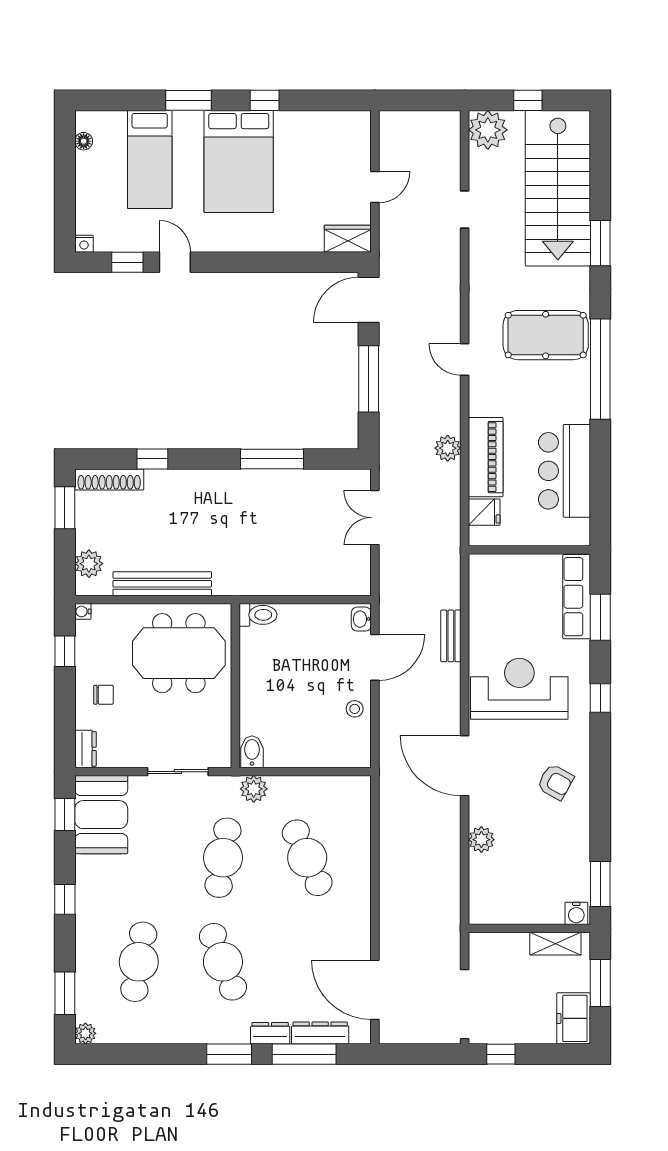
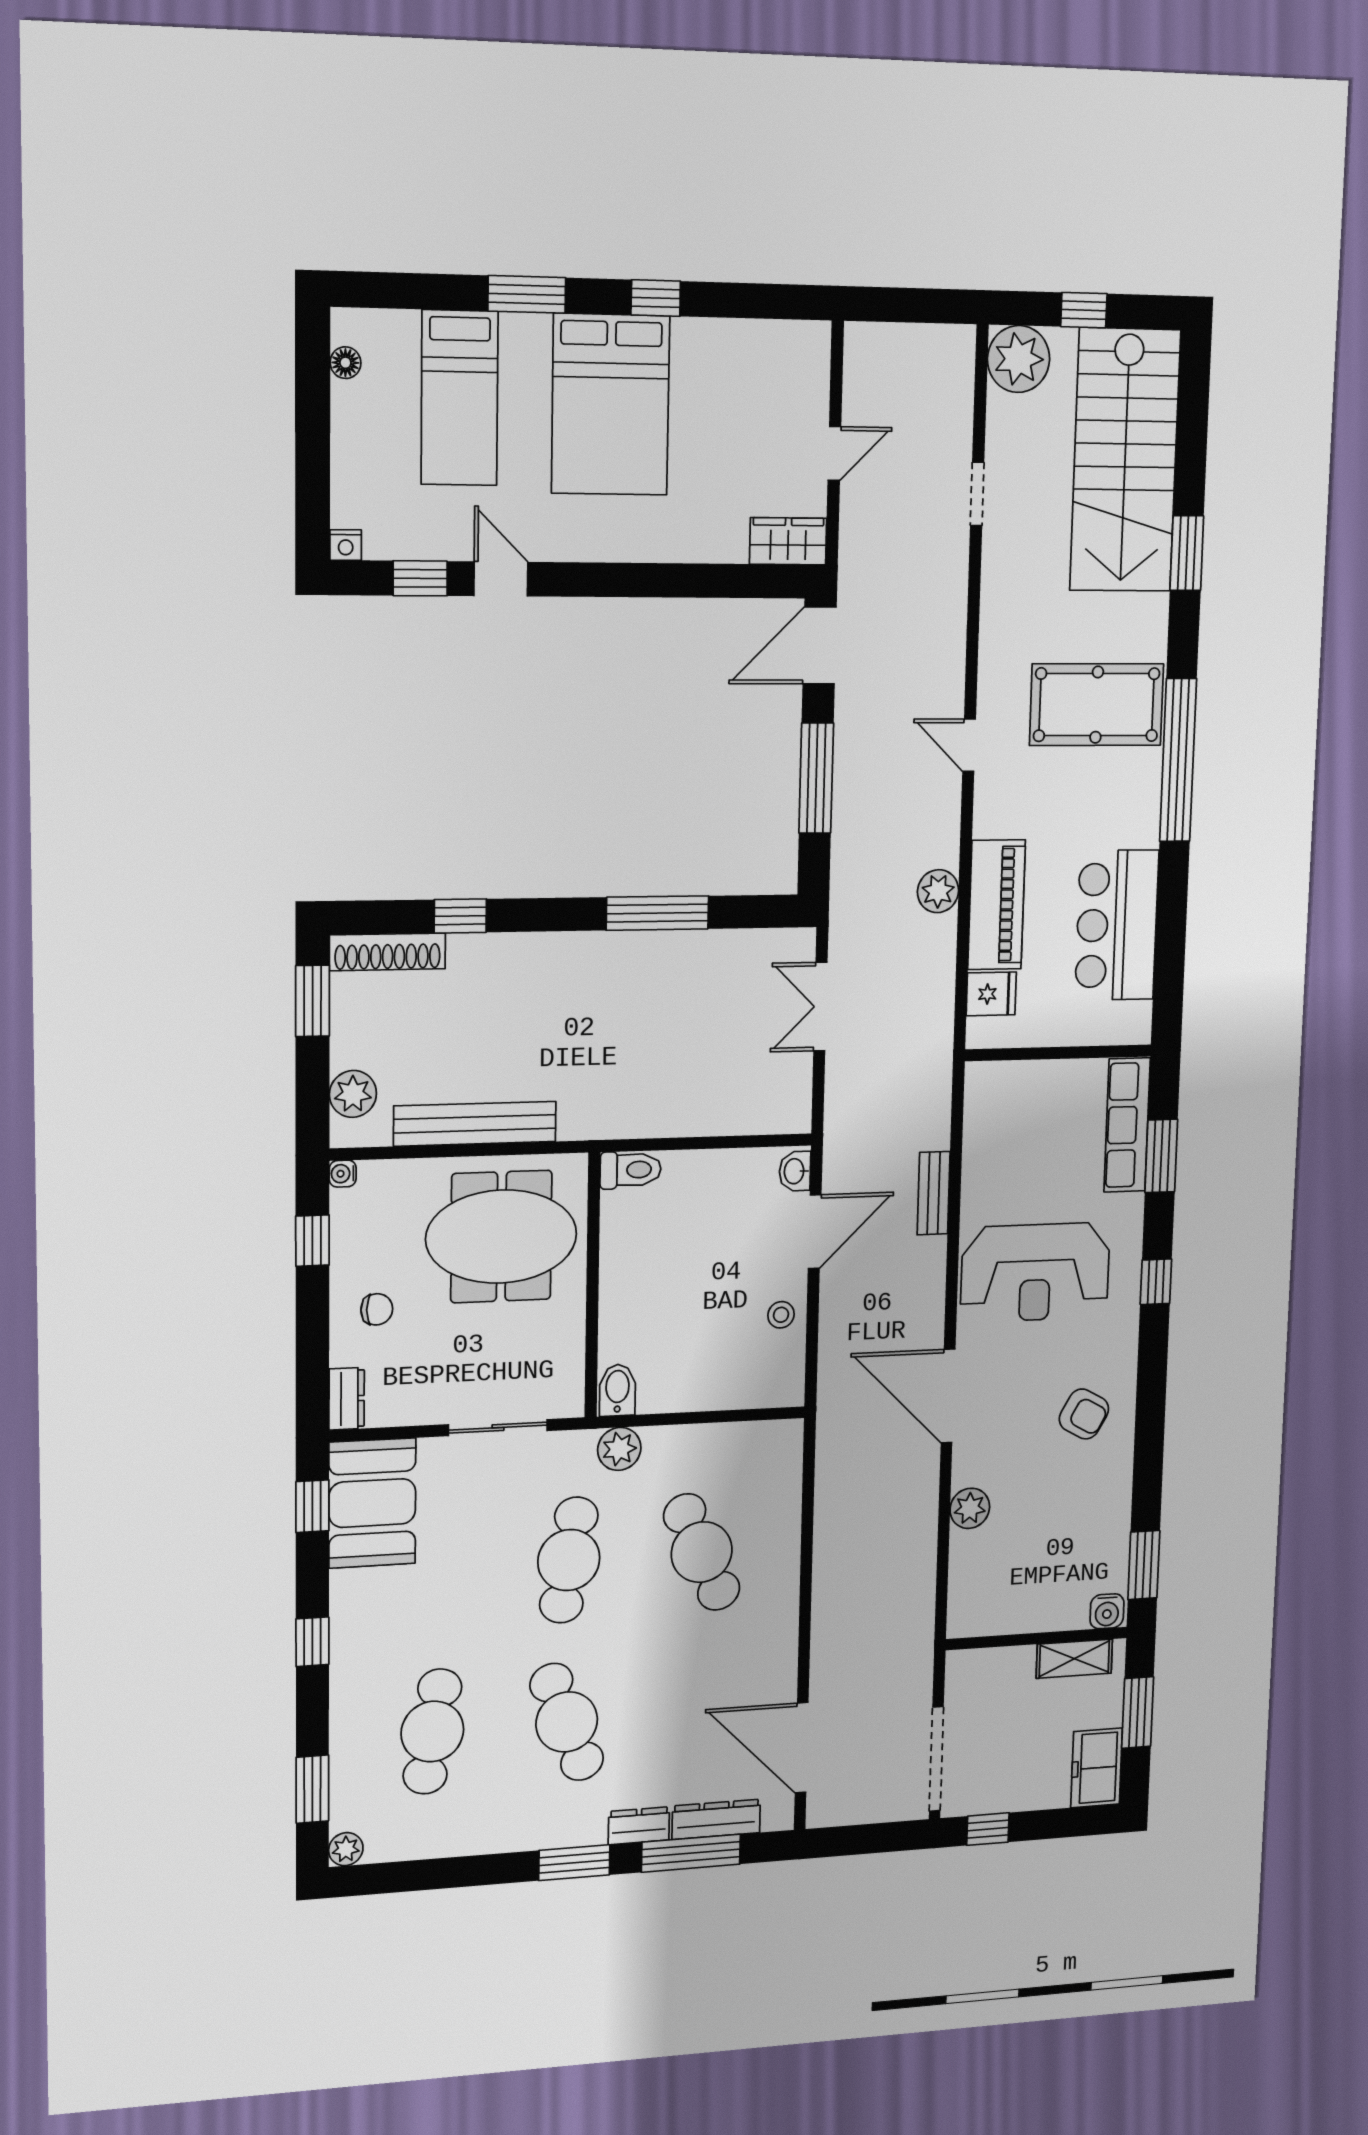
reception desk: (519, 689) -> (1035, 1272), turned 180

